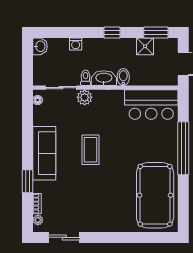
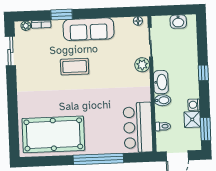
window: (112, 32) -> (203, 73), moved
washing machine: (76, 44) -> (194, 105), moved
washbasin: (40, 46) -> (178, 22), moved
toilet: (86, 78) -> (163, 126), moved
coffee table: (90, 150) -> (75, 67), moved

